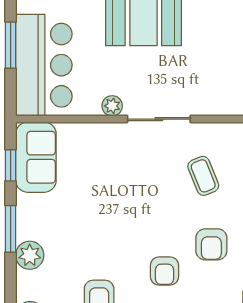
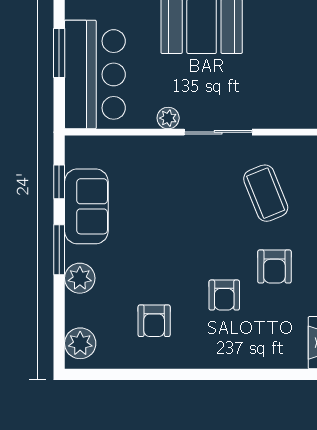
sofa: (36, 157) -> (86, 206), moved
coffee table: (203, 176) -> (266, 193), width x1.36, depth x1.30

